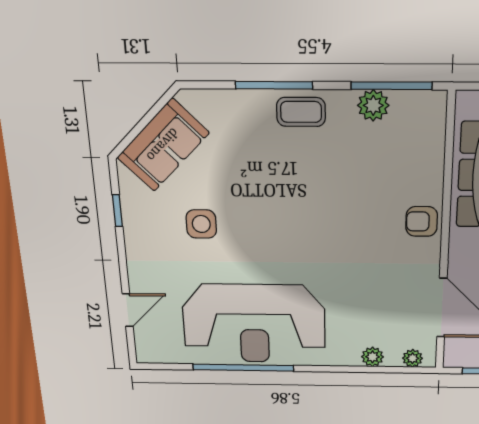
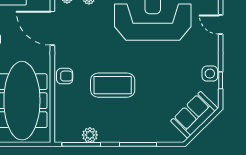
coffee table: (301, 112) -> (113, 85), moved, width x1.86, depth x1.72
side table: (201, 224) -> (210, 74), moved
door: (128, 310) -> (221, 25), hinge flipped

